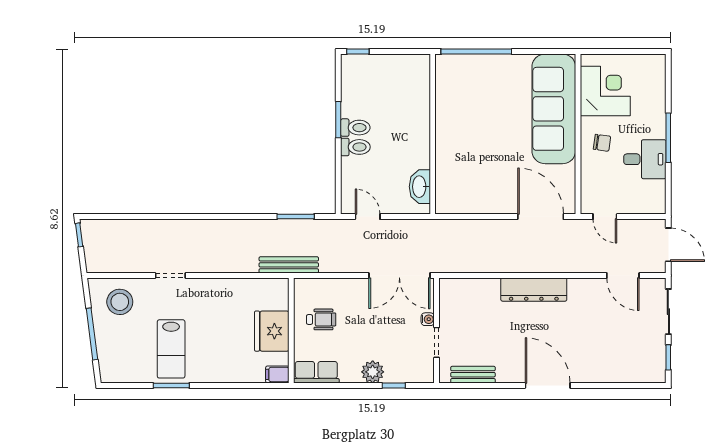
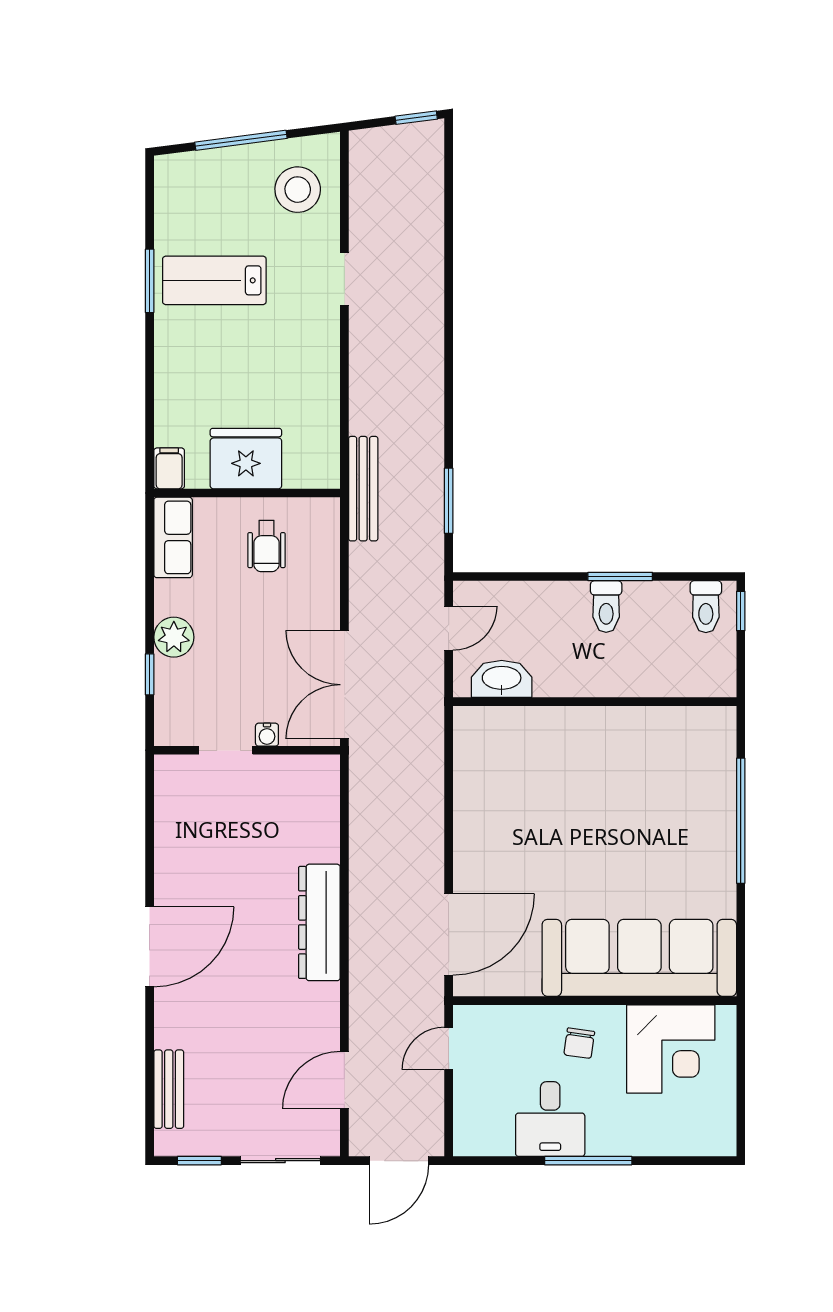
wall: (433, 134) -> (595, 702), moved
toilet: (355, 147) -> (706, 607), moved
washbasin: (420, 187) -> (502, 679), moved
bench: (473, 375) -> (169, 1089), moved

